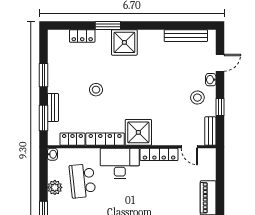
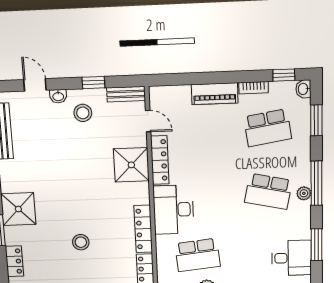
shower: (138, 132) -> (131, 165), moved
door: (189, 147) -> (148, 121), hinge flipped

